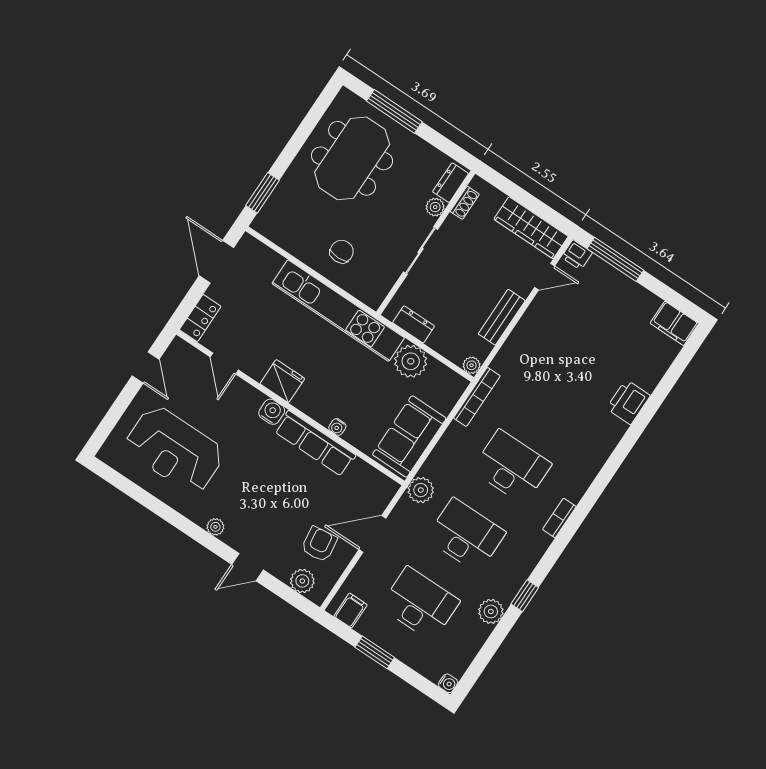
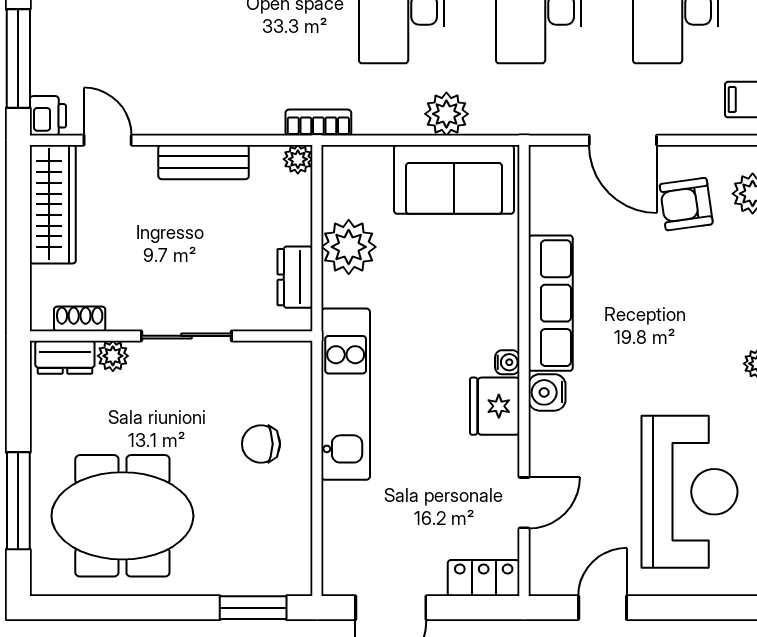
kitchen unit: (338, 311) -> (346, 394), width x0.73
bookcase: (477, 397) -> (318, 123), width x0.64
water cooler: (337, 427) -> (507, 362), moved
plant: (421, 490) -> (446, 114), moved

